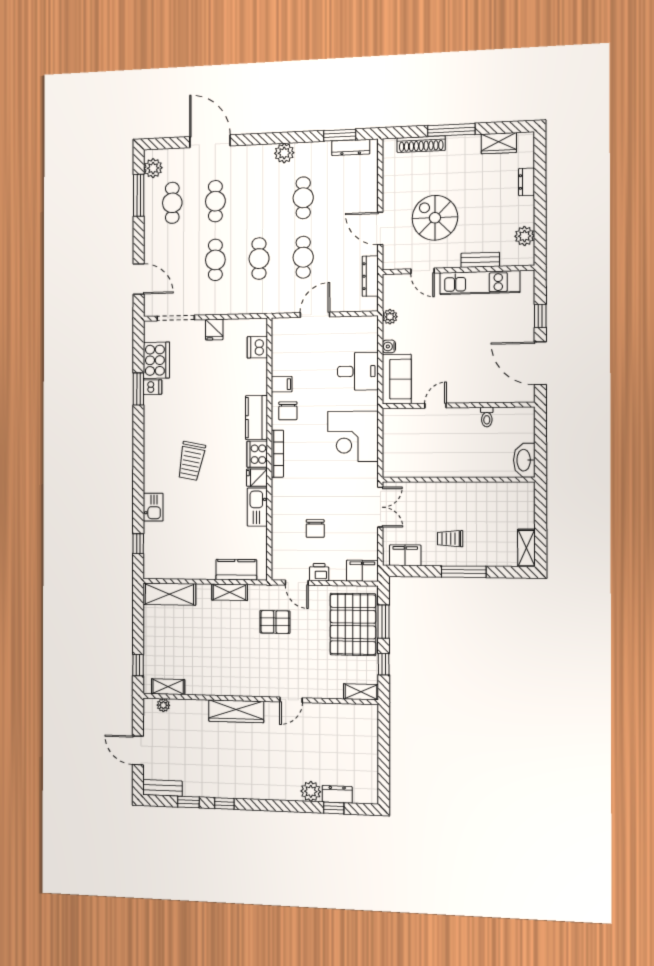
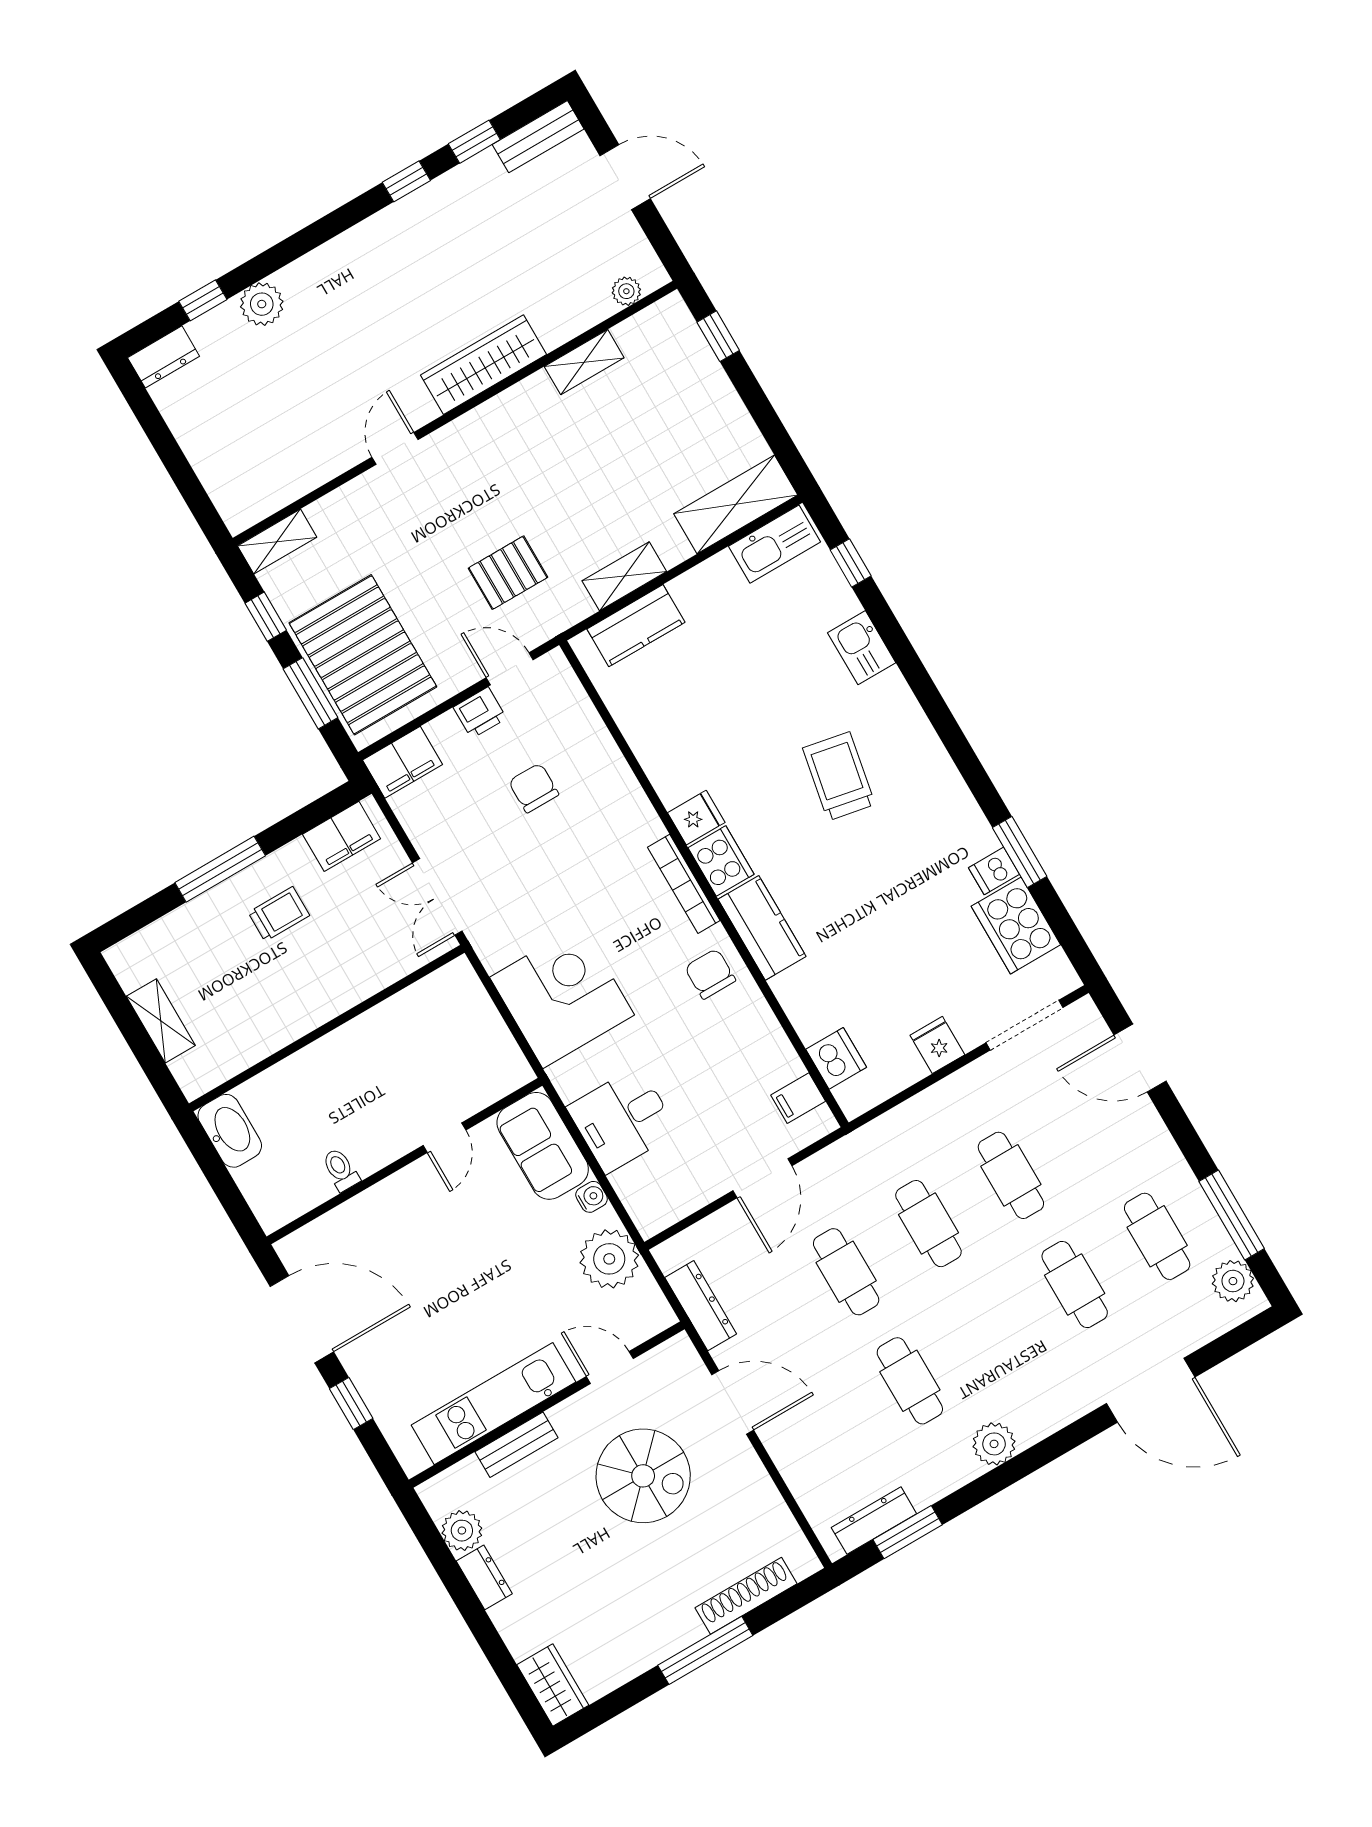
wardrobe: (499, 143) -> (553, 1685), moved, turned 90
dresser: (527, 182) -> (484, 1577), moved
plant: (390, 317) -> (609, 1259), width x1.88, depth x1.88
filing cabinet: (282, 384) -> (798, 1098), moved
kitchen sink: (257, 507) -> (774, 544), moved, turned 90
shelving: (526, 548) -> (161, 1021), moved
shelving: (168, 687) -> (584, 362), moved
dresser: (337, 794) -> (164, 357), moved

